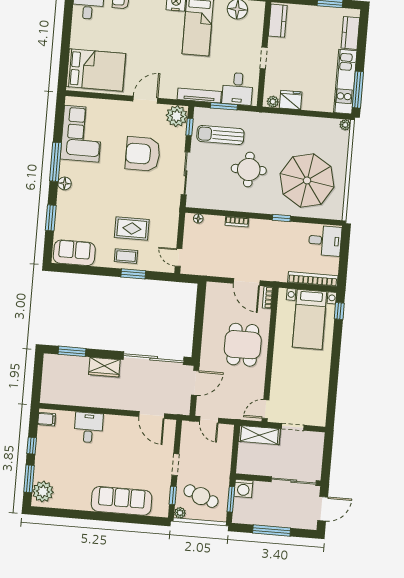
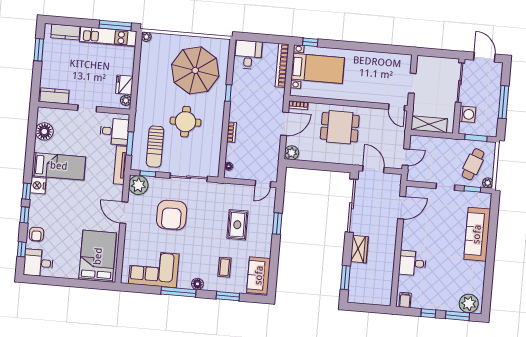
coffee table: (126, 256) -> (225, 267), moved
plant: (214, 290) -> (292, 153), added
shelving: (259, 435) -> (429, 124), moved, turned 90
washing machine: (243, 488) -> (467, 114), moved

